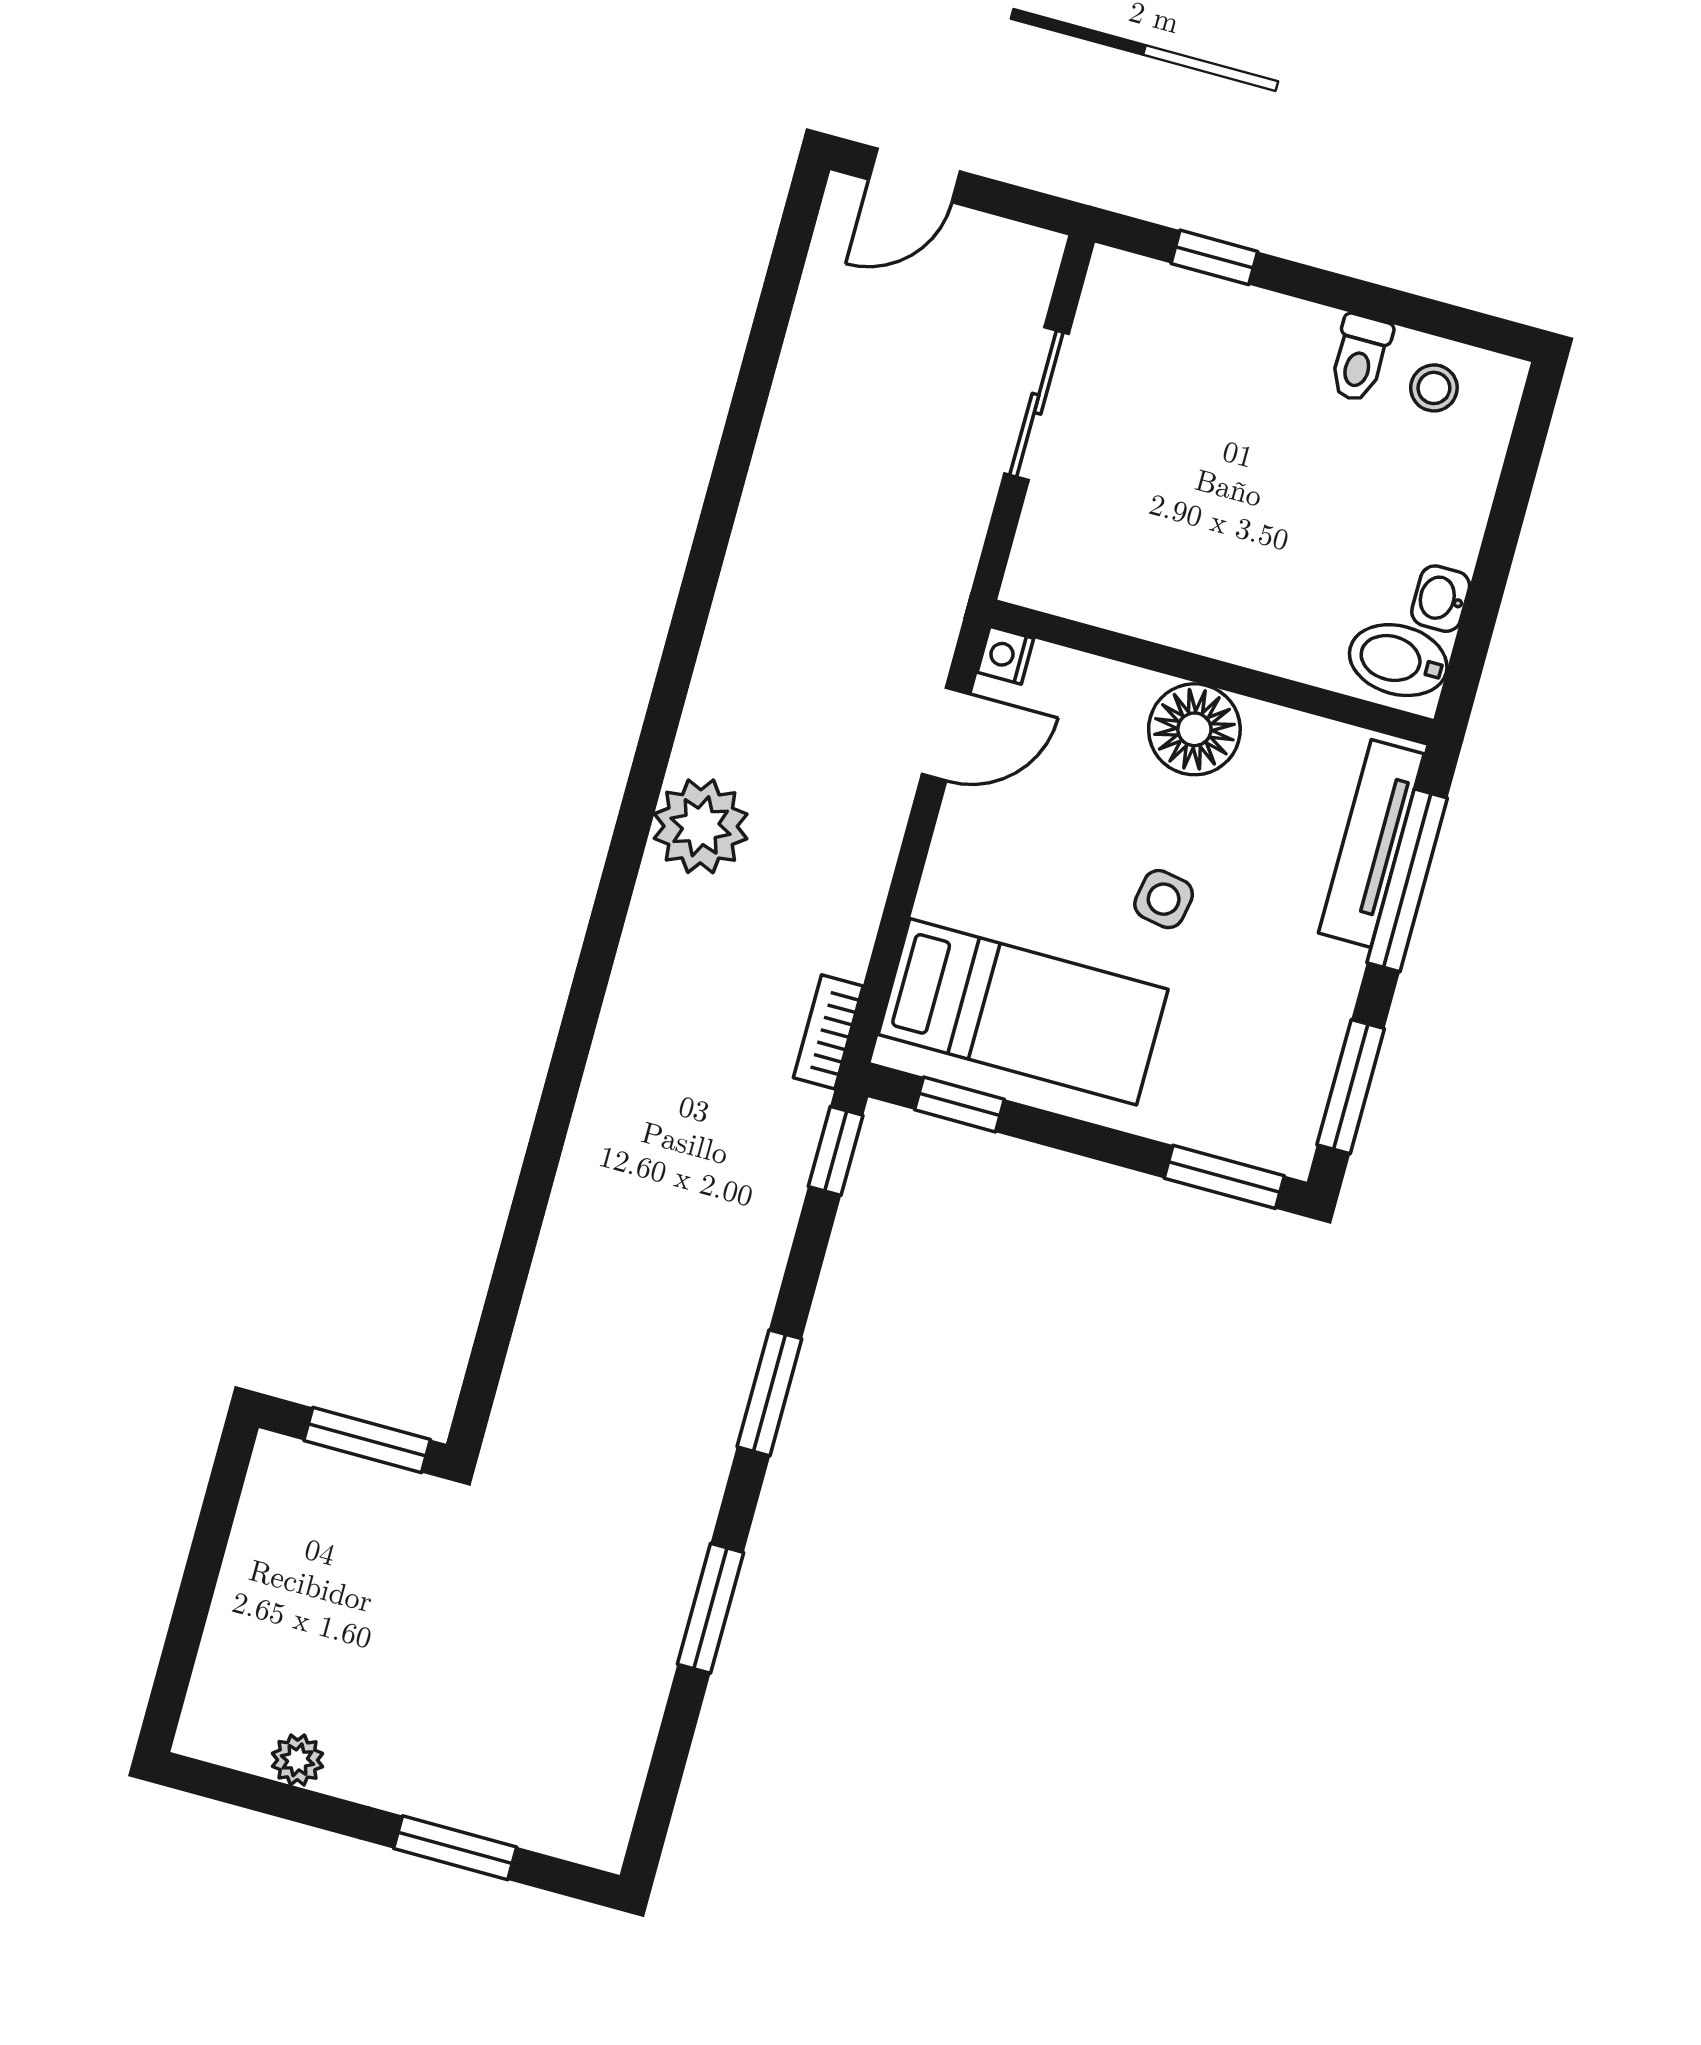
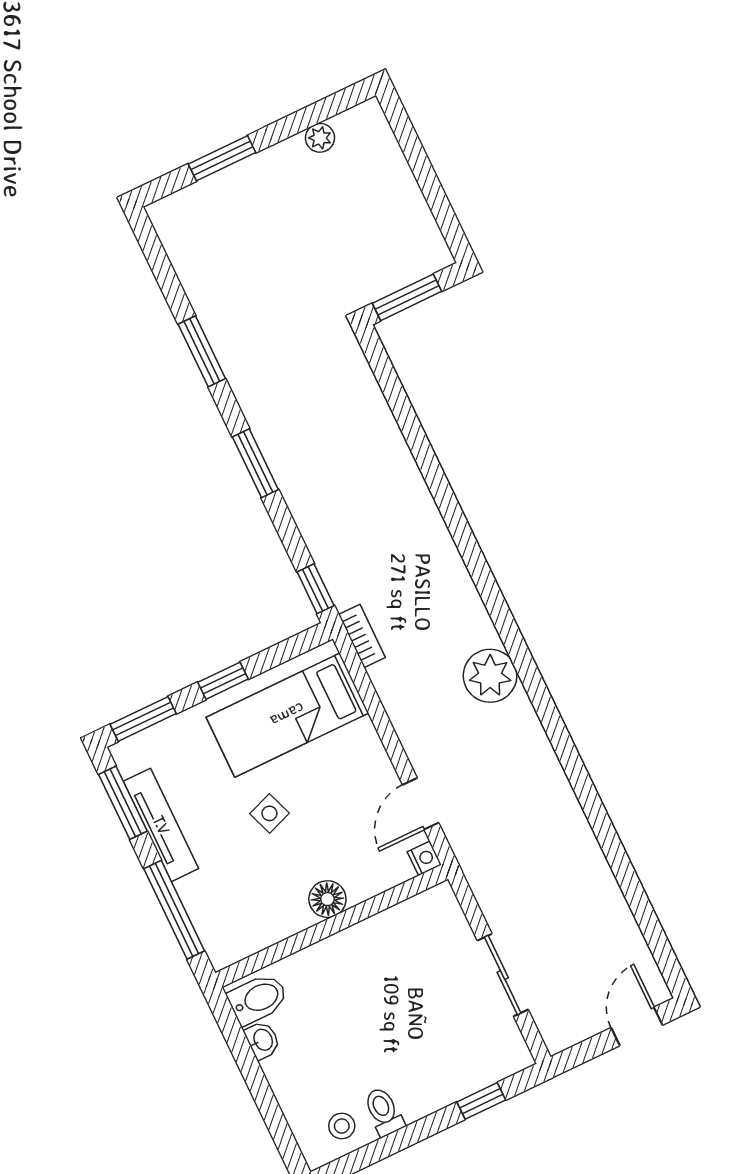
floor lamp: (1194, 729) -> (327, 899), width x0.73, depth x0.73
tv unit: (1371, 843) -> (161, 825), moved
side table: (1164, 899) -> (269, 813), turned -30
window: (960, 1105) -> (223, 681), moved

